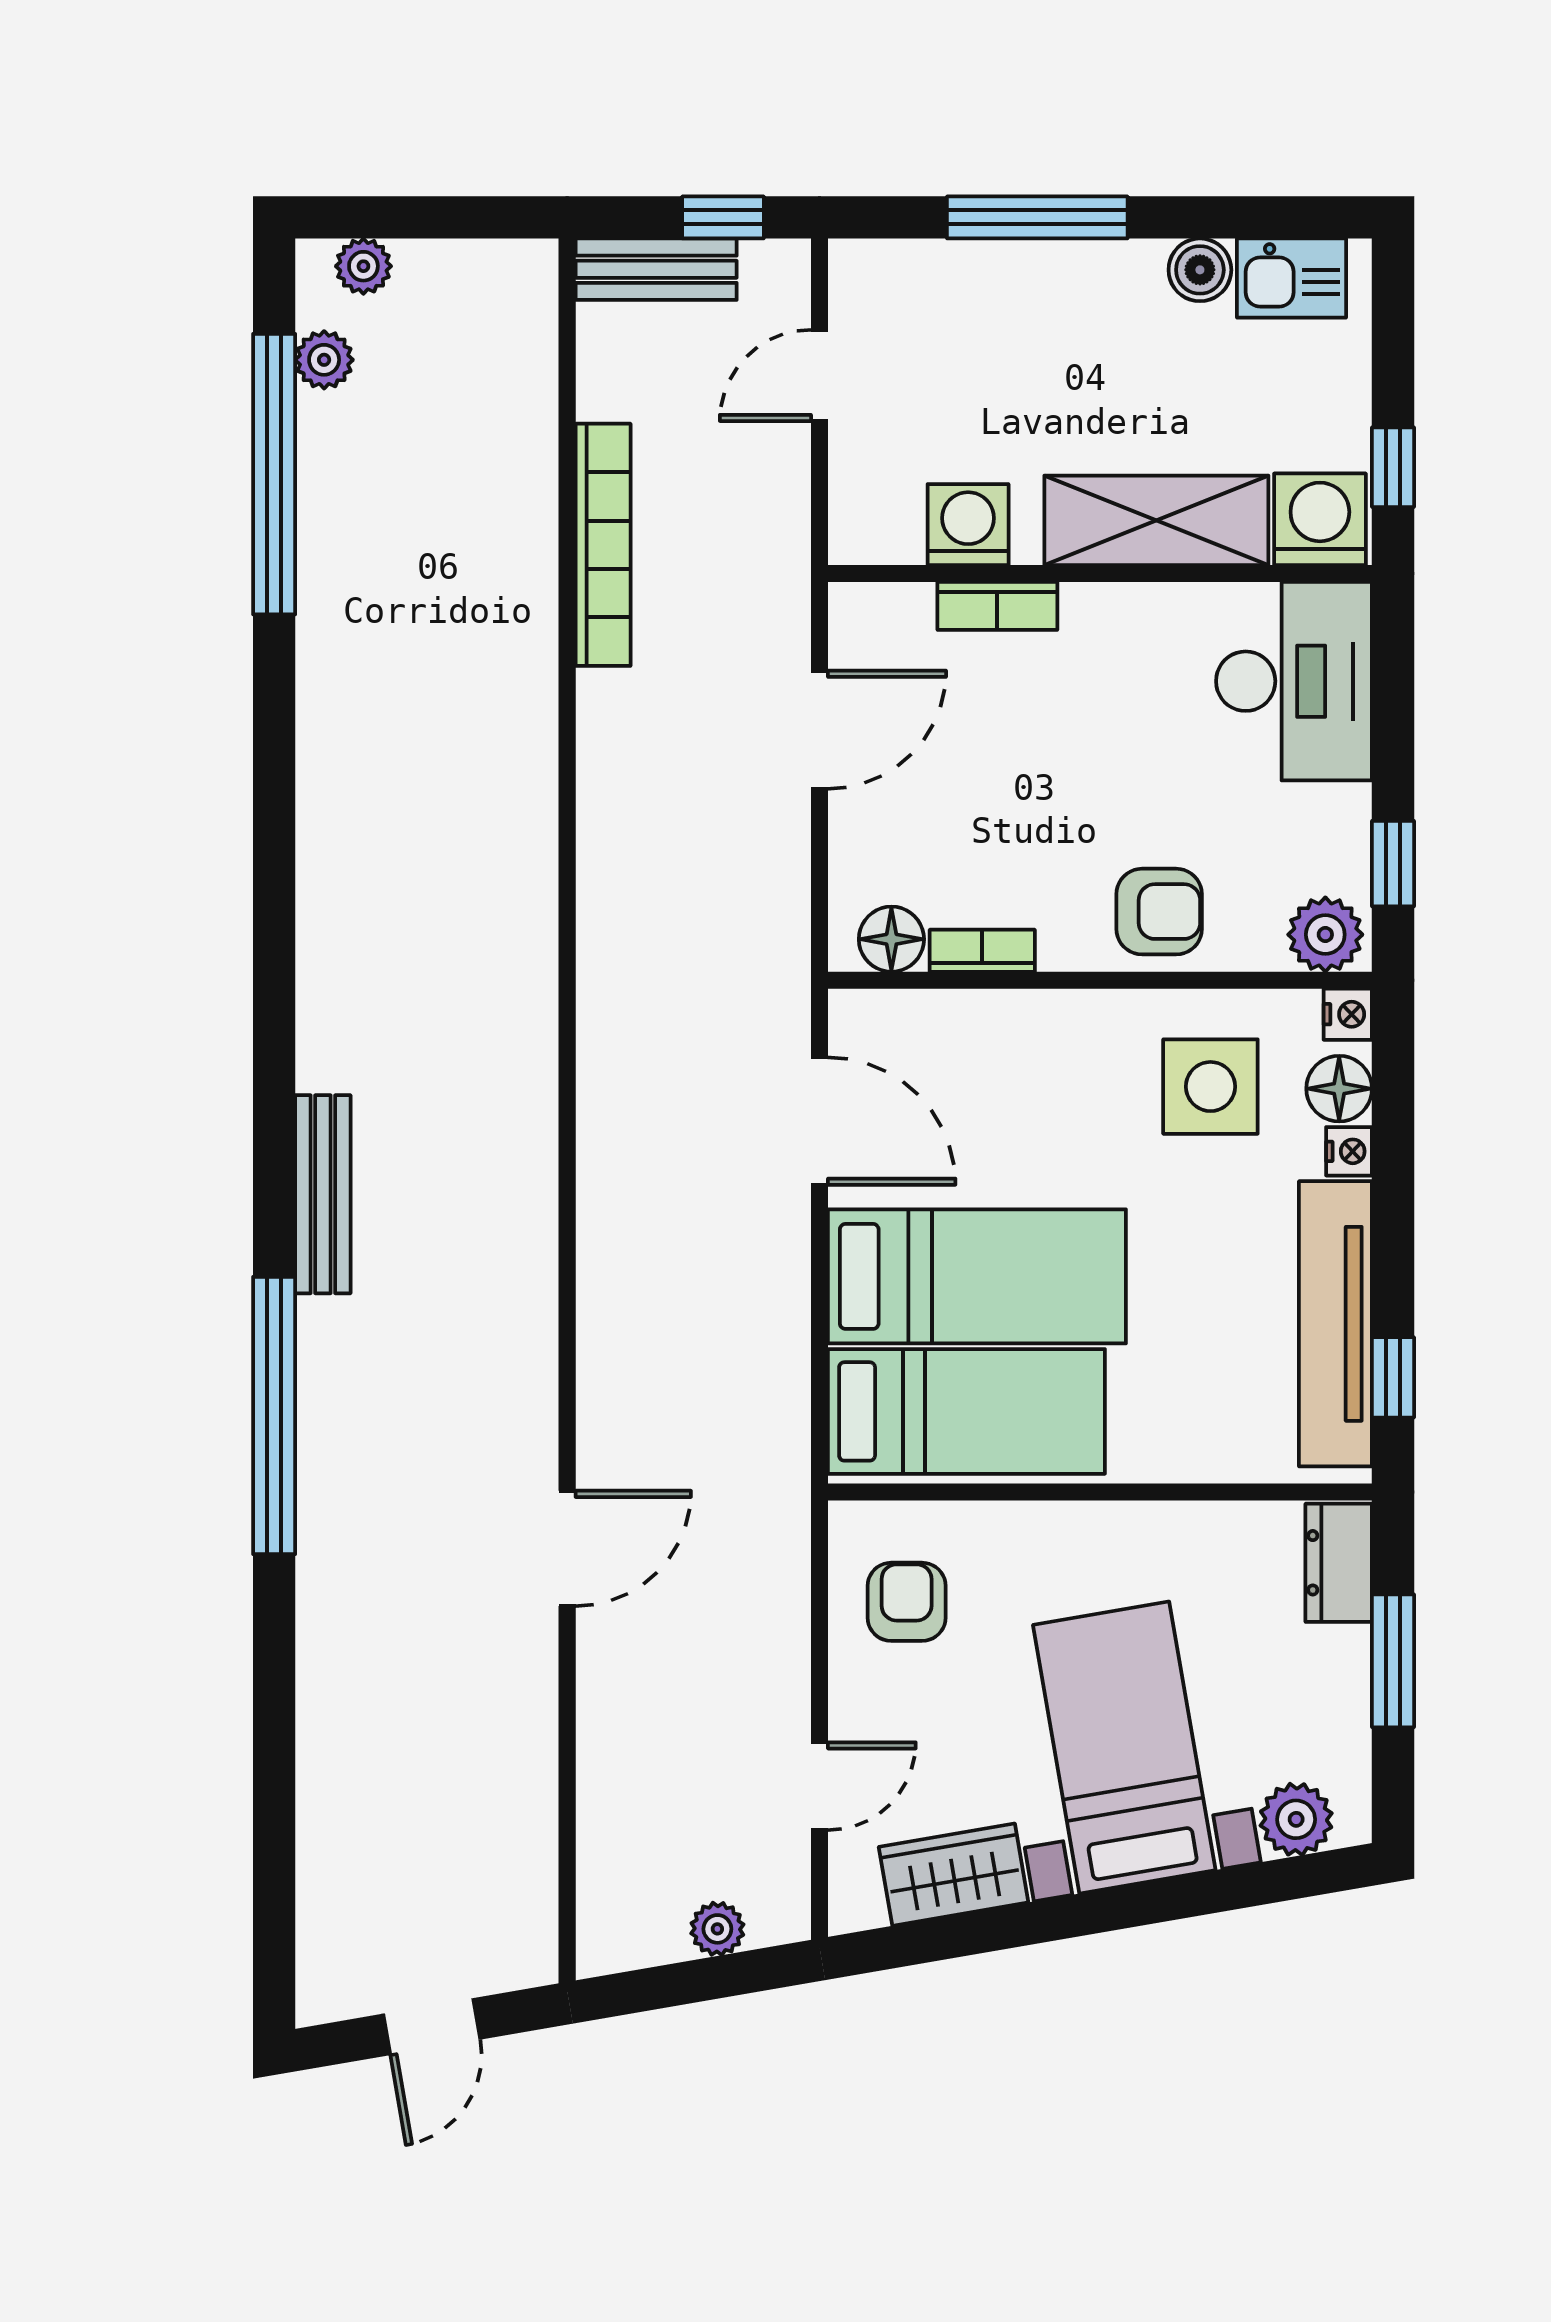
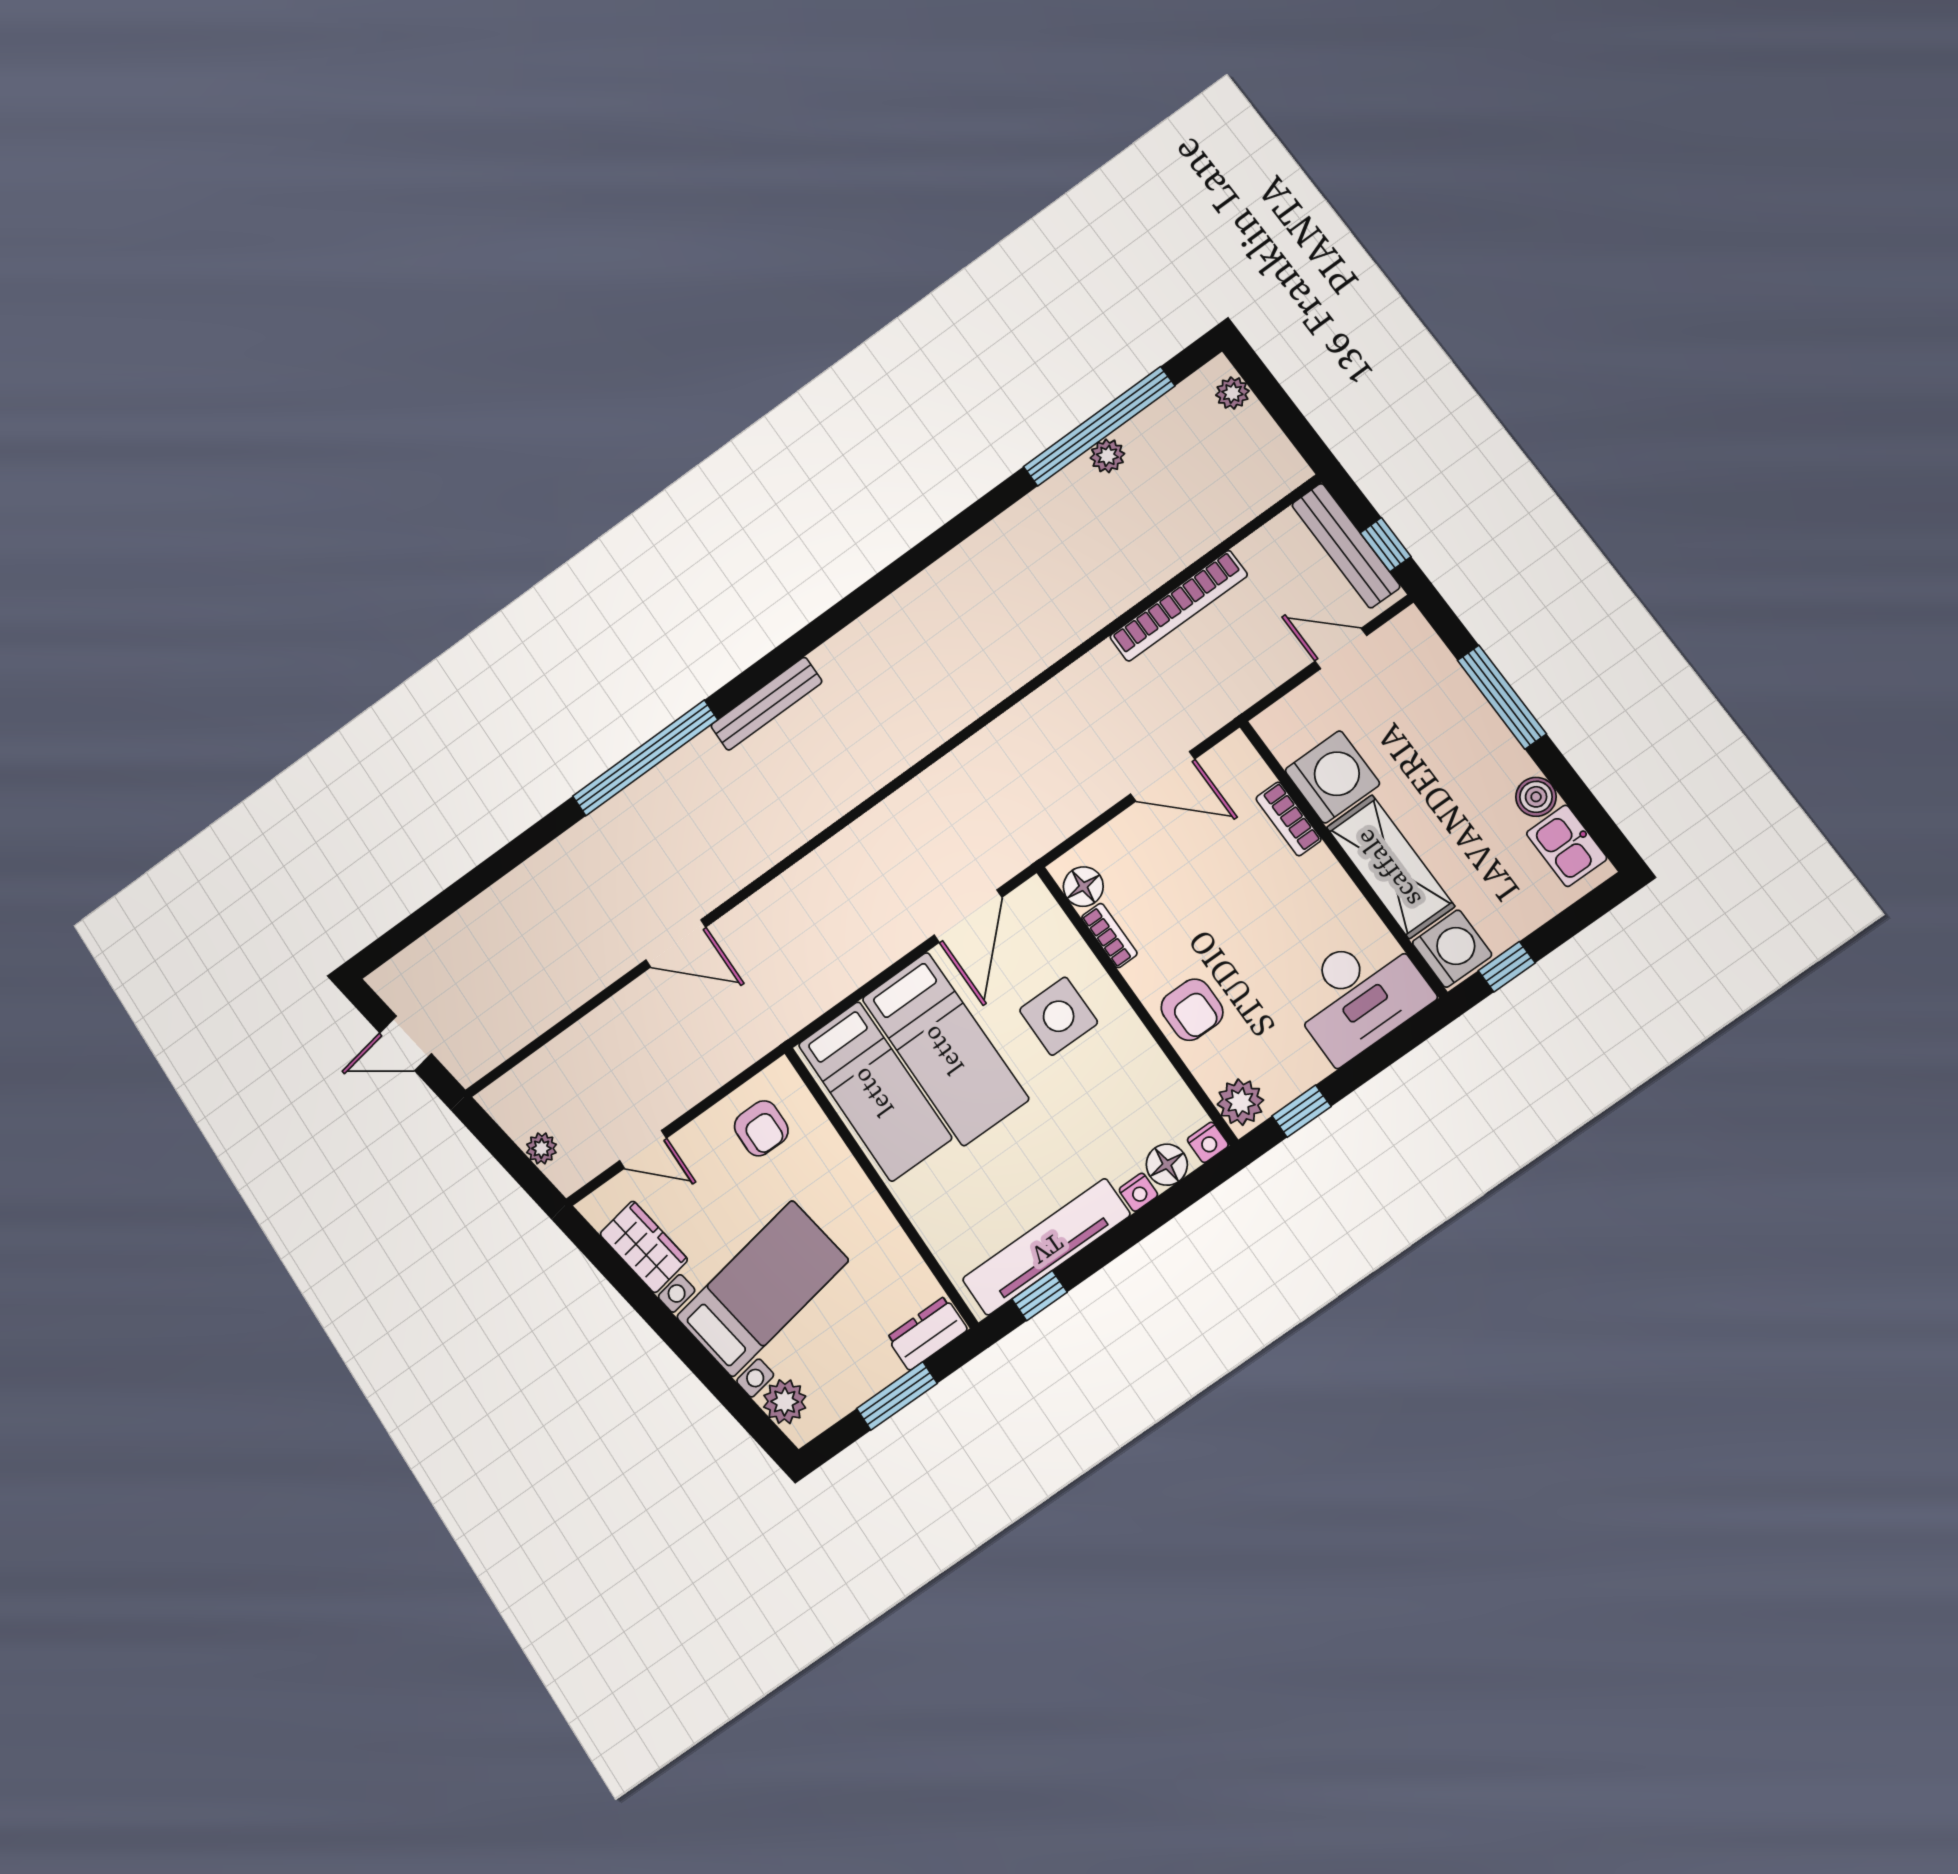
bench: (656, 269) -> (1346, 546), width x1.36
plant: (324, 360) -> (1107, 456), moved
washing machine: (968, 525) -> (1332, 777), width x1.37, depth x1.37
side table: (1210, 1087) -> (1059, 1016), moved
armchair: (907, 1602) -> (761, 1128), turned 90

